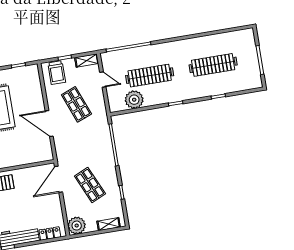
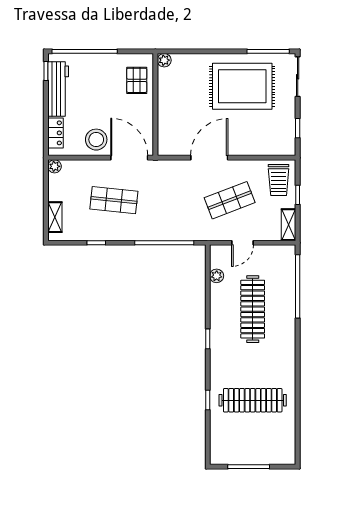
clothes rail: (213, 65) -> (253, 400), turned 90
trolley: (57, 73) -> (279, 180), turned -90
door: (103, 79) -> (243, 243), moved
plant: (134, 100) -> (217, 276), width x0.53, depth x0.53
shop shelf: (90, 185) -> (114, 200), turned 30
stool: (50, 204) -> (96, 140), added
plant: (77, 226) -> (55, 166), width x0.53, depth x0.53

